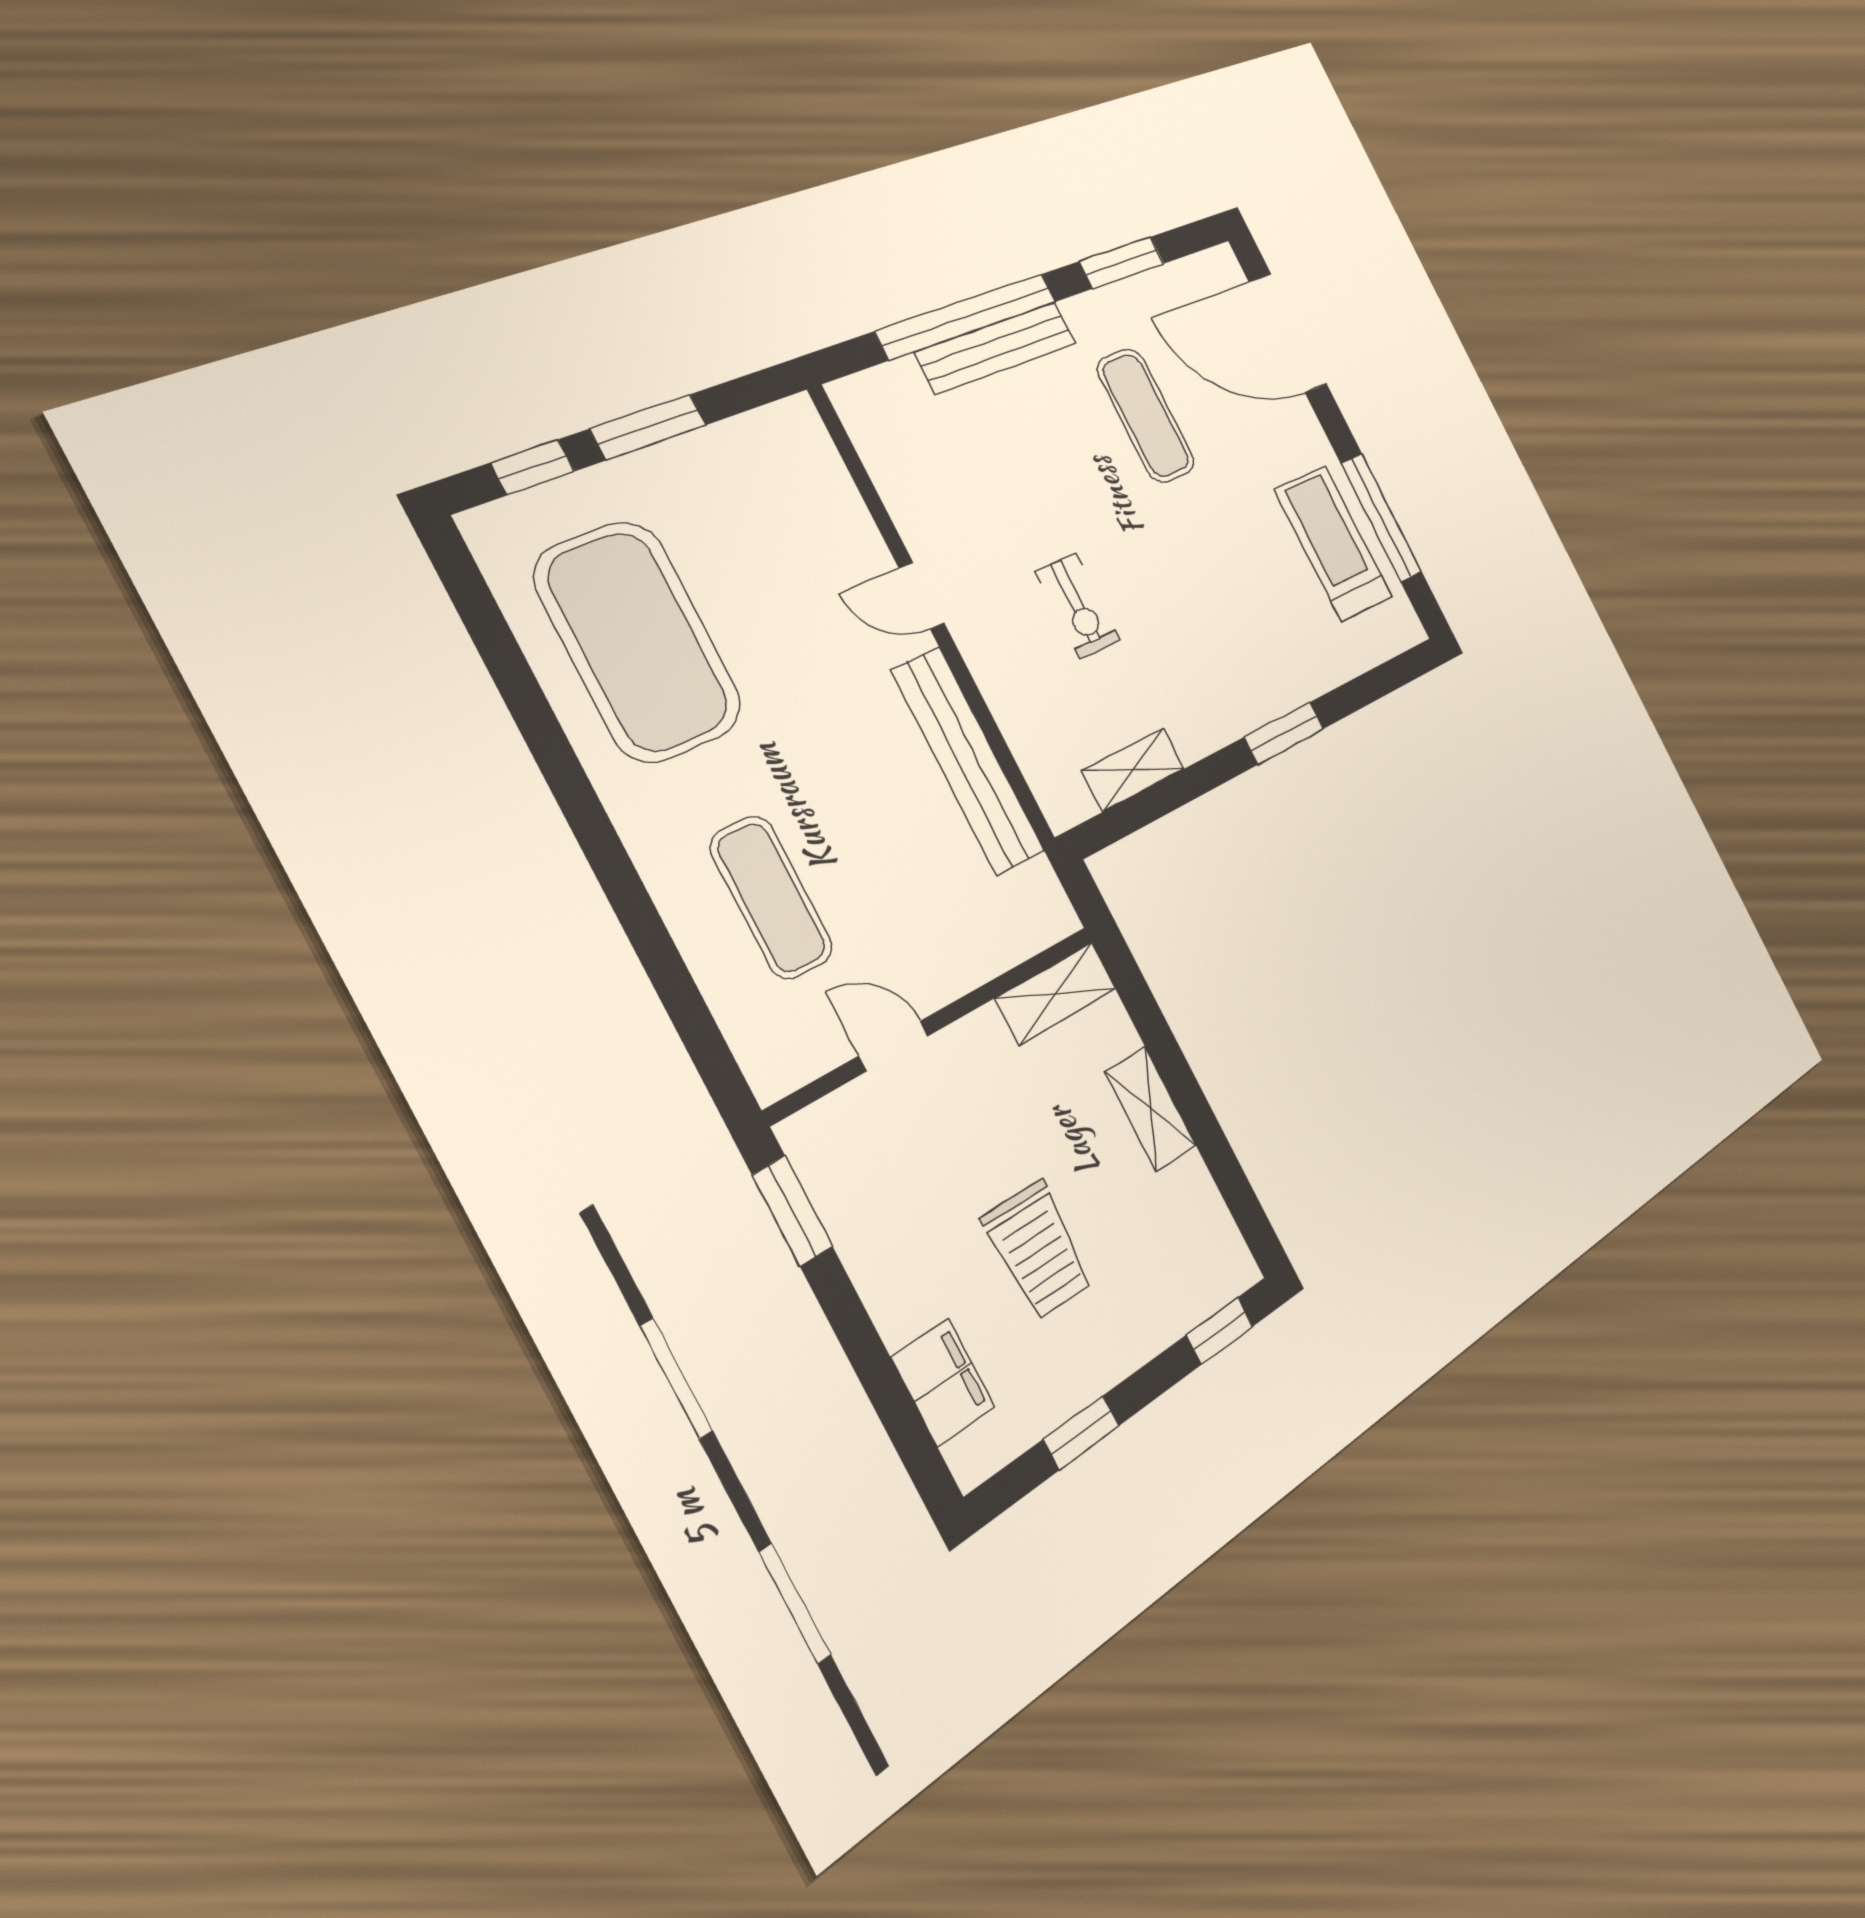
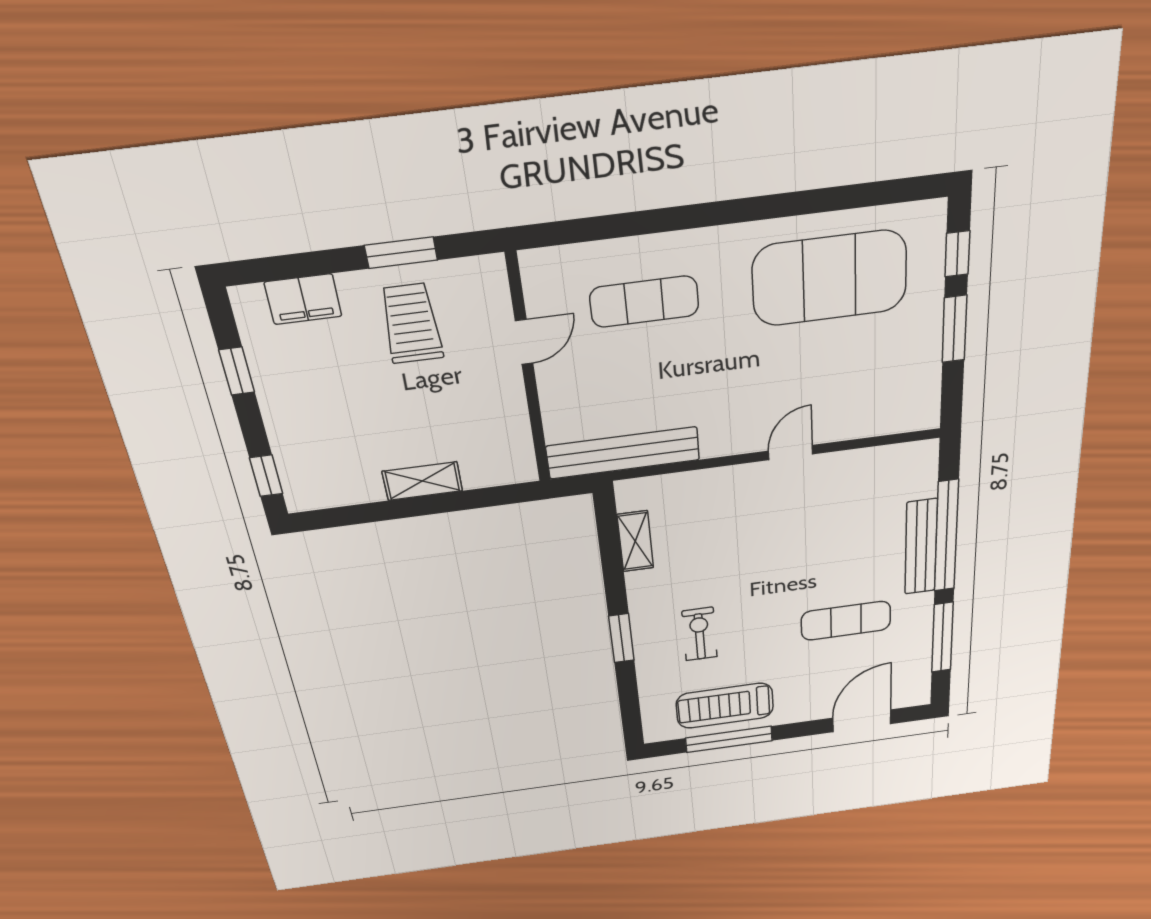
window: (1122, 263) -> (942, 637), width x1.44
door: (1288, 333) -> (862, 721), width x0.73
treadmill: (1333, 543) -> (725, 706), turned 180
exercise bike: (1078, 606) -> (700, 634), moved, turned 90
bench: (968, 761) -> (623, 453), moved
shelving: (1056, 993) -> (517, 449), removed
window: (792, 1211) -> (401, 253), moved
trolley: (1038, 1250) -> (411, 324), moved, turned 90

